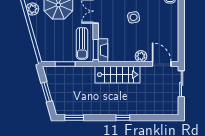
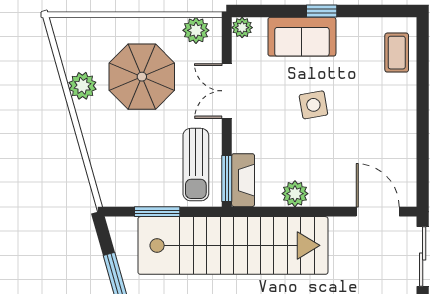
plant: (141, 56) -> (295, 194), moved
stairs: (117, 75) -> (233, 245), width x1.86, depth x1.51

